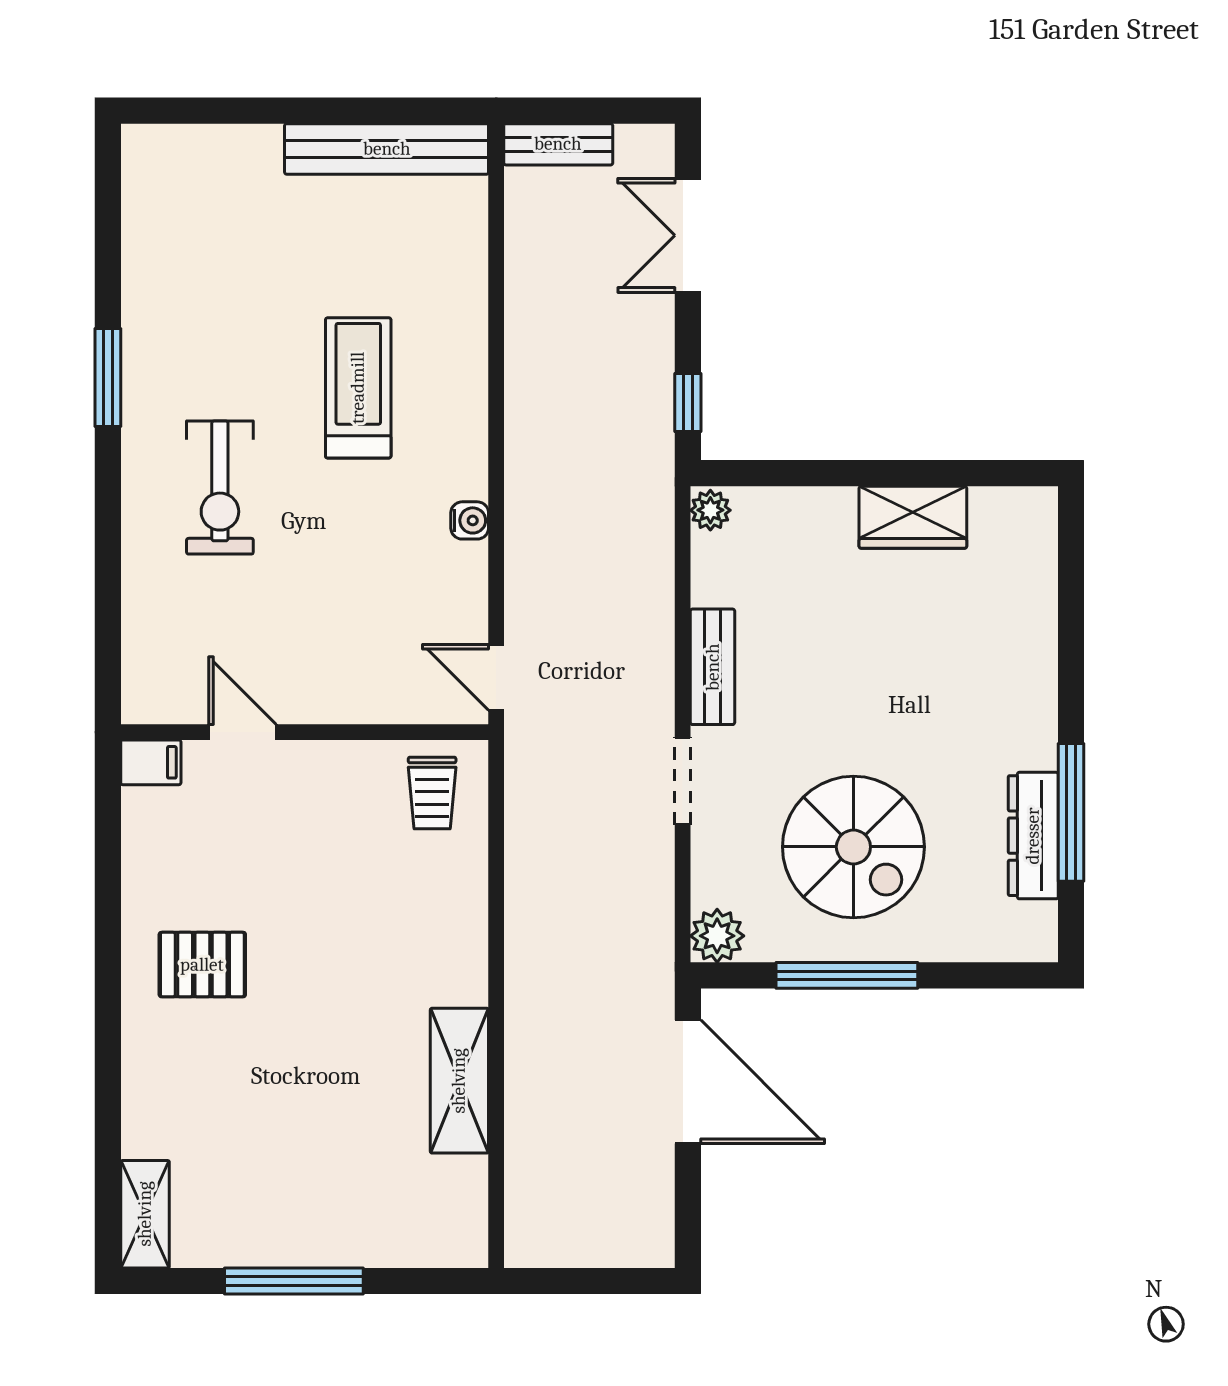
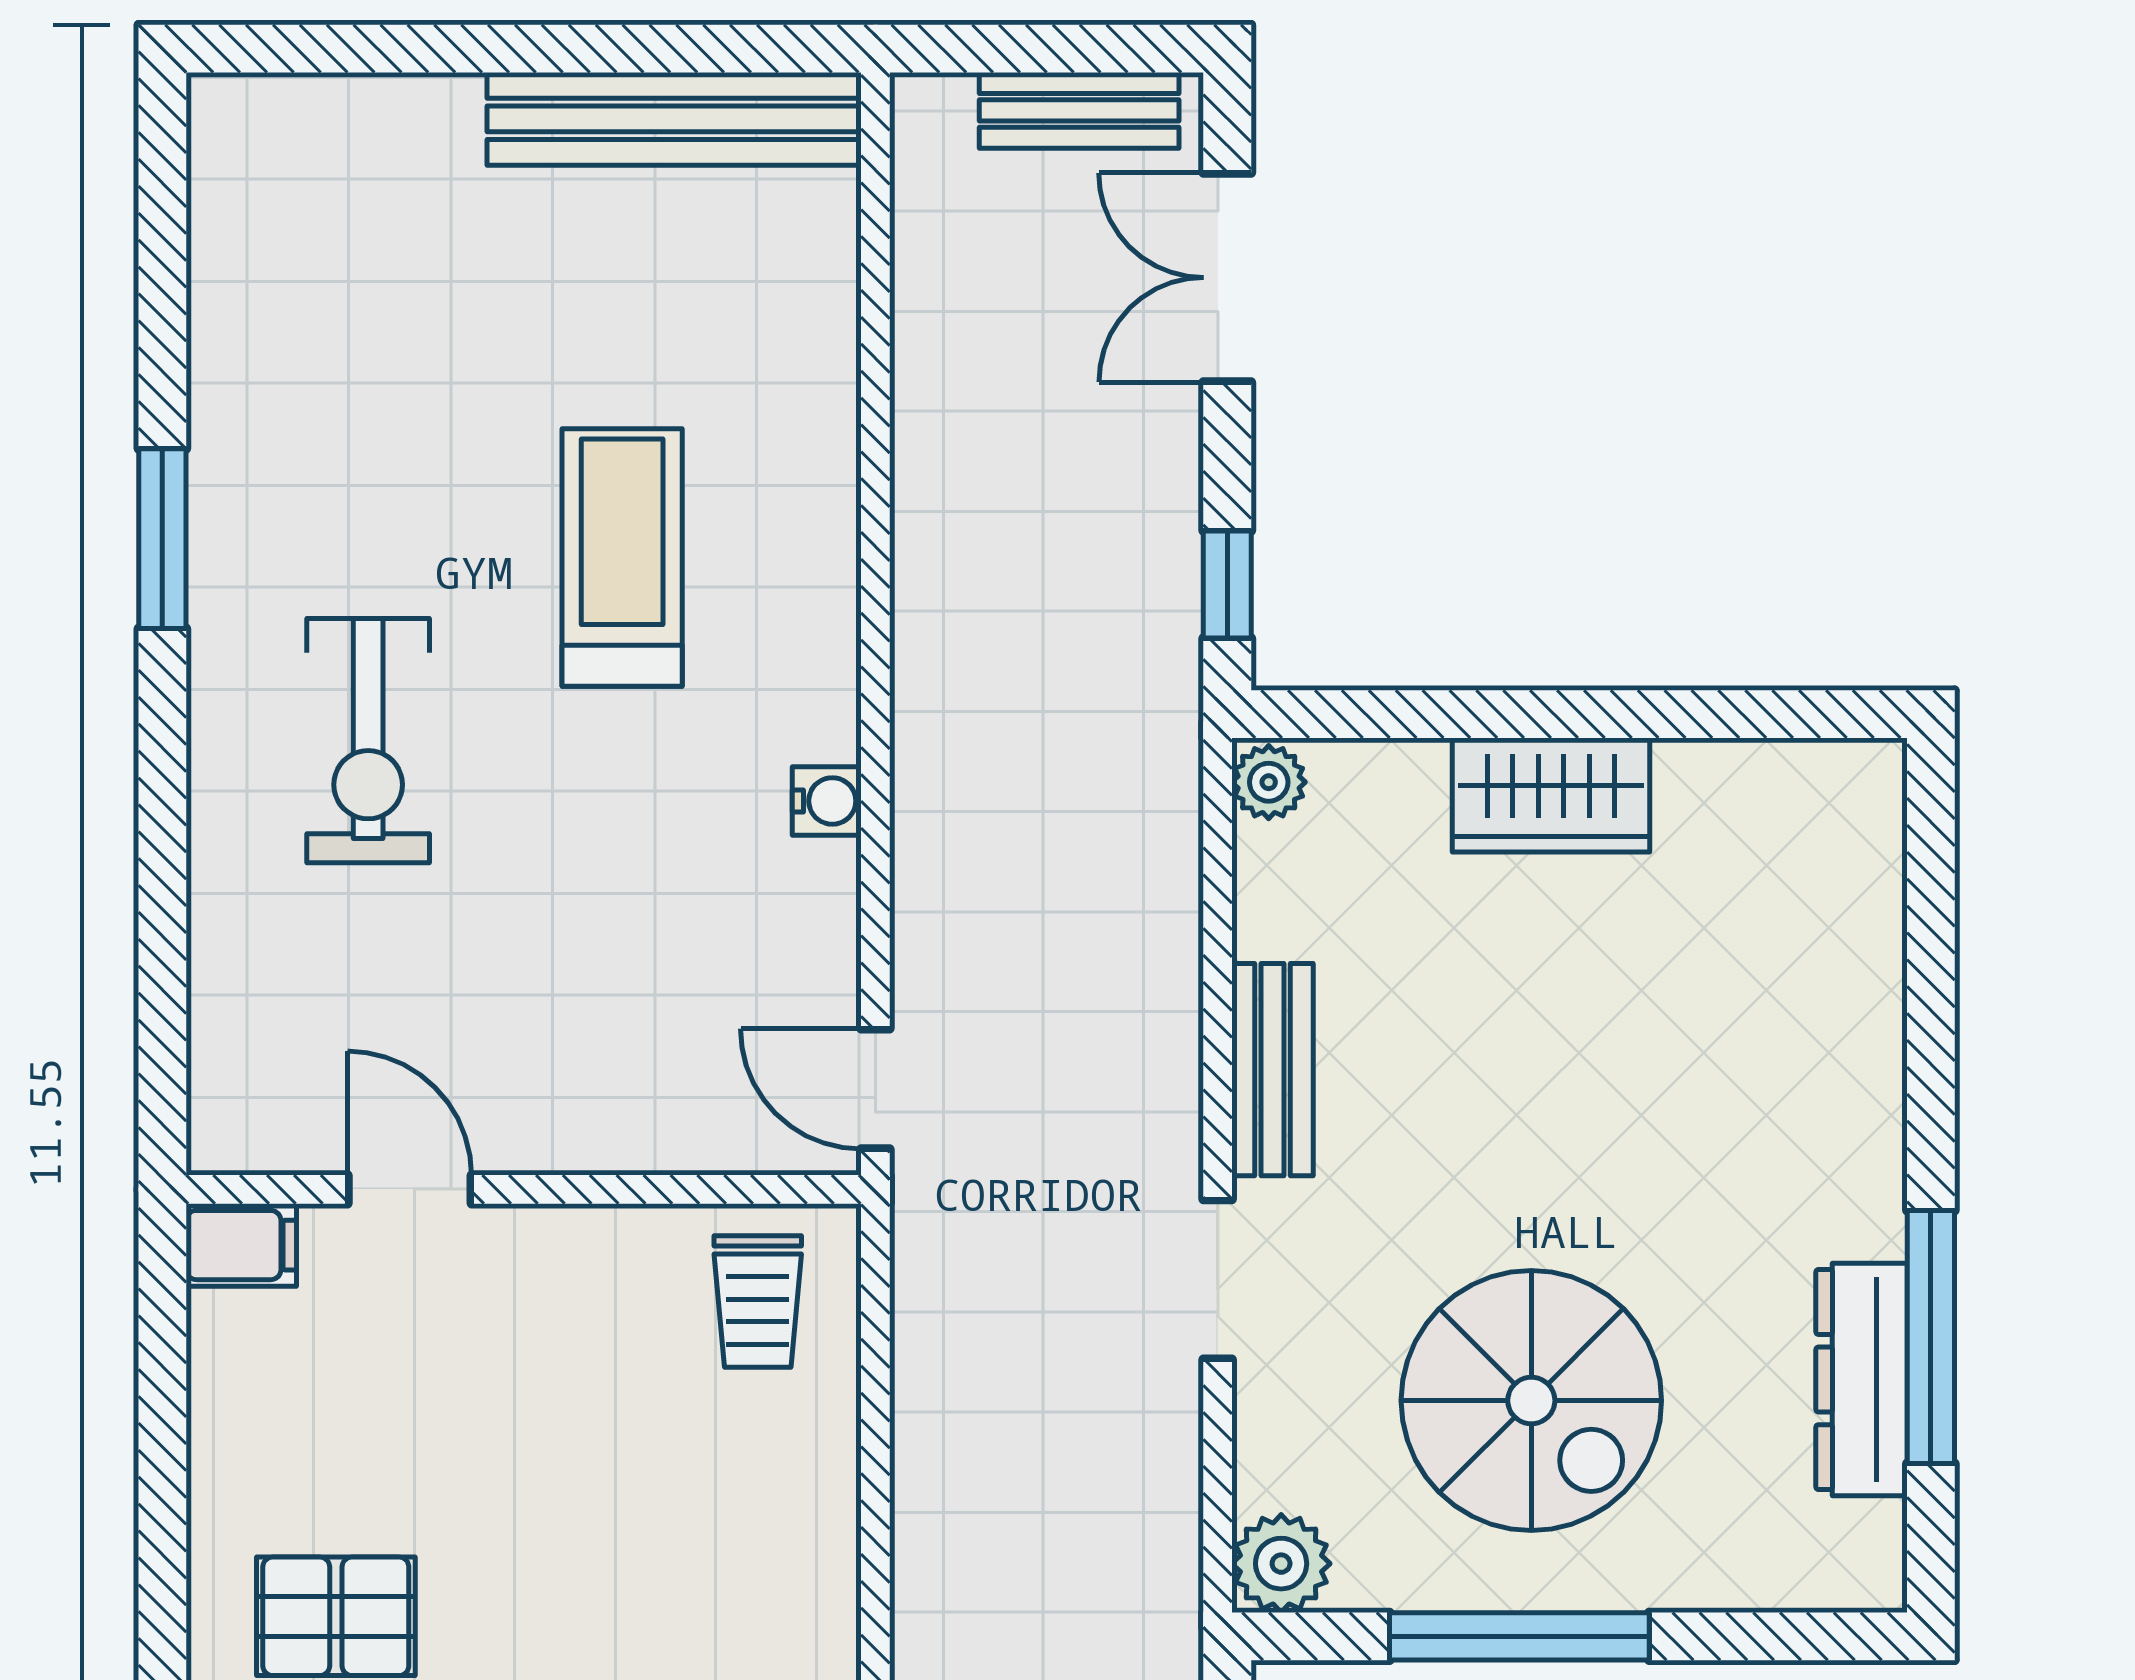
bench: (558, 144) -> (1079, 110), moved
wardrobe: (913, 517) -> (1551, 795), moved

